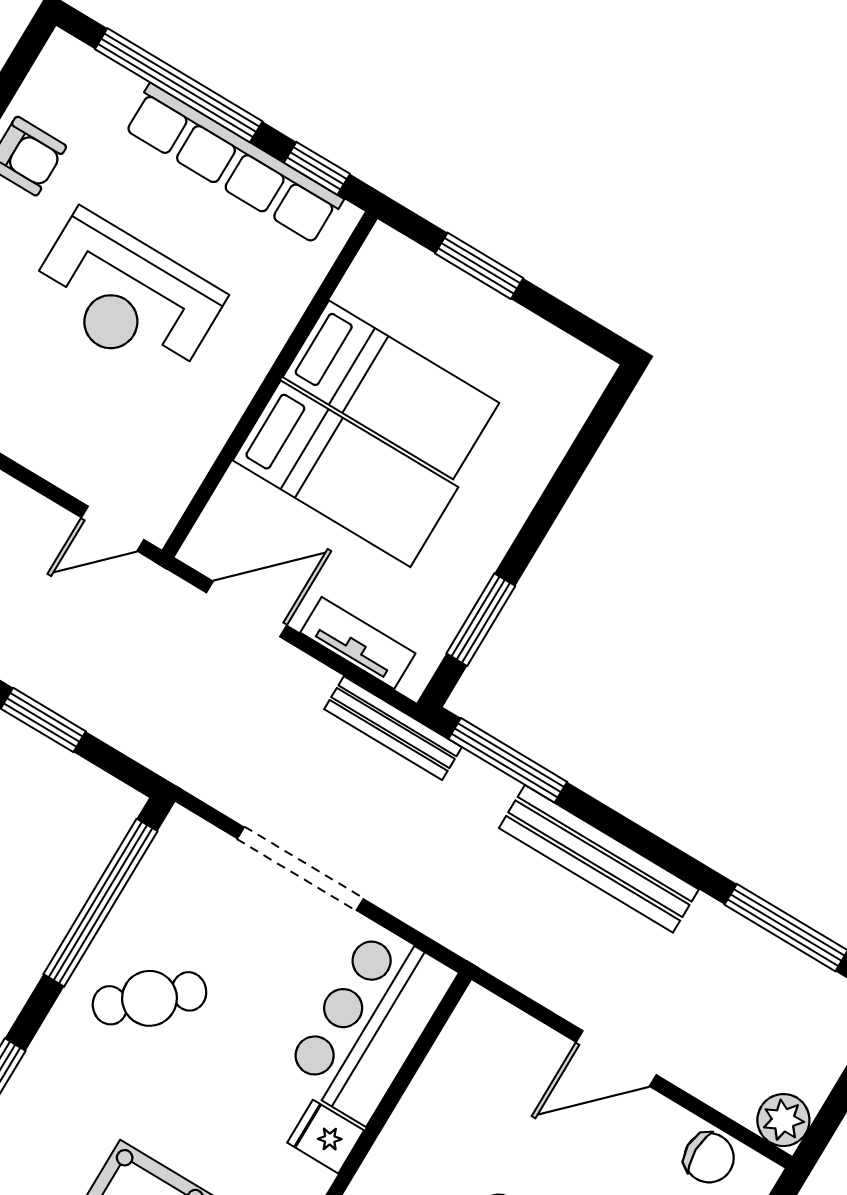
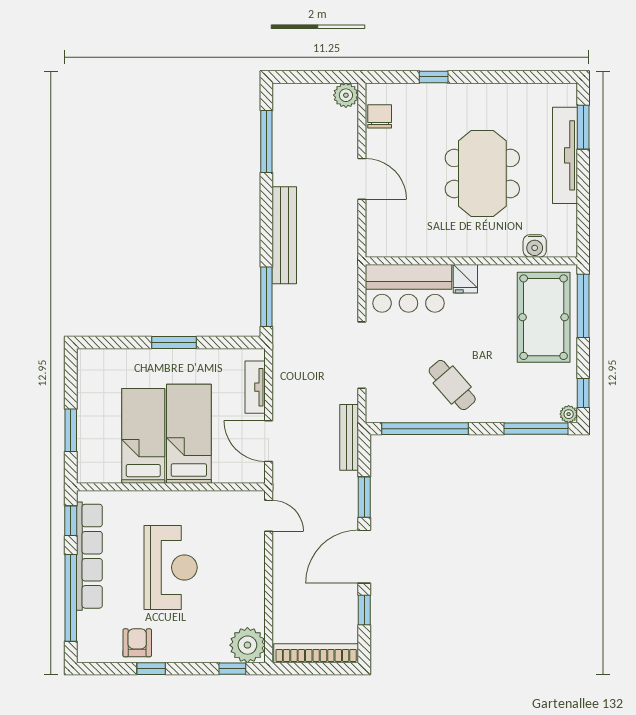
window: (481, 620) -> (174, 342), moved
bench: (393, 728) -> (349, 437), moved

